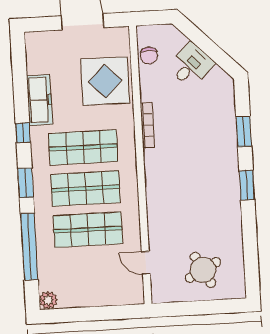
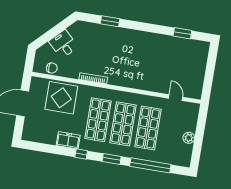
freezer: (40, 100) -> (68, 140), width x0.71
window: (247, 185) -> (182, 33), moved
door: (146, 263) -> (176, 98), swing flipped
round table: (203, 270) -> (188, 64), removed
plant: (48, 300) -> (189, 138), moved

